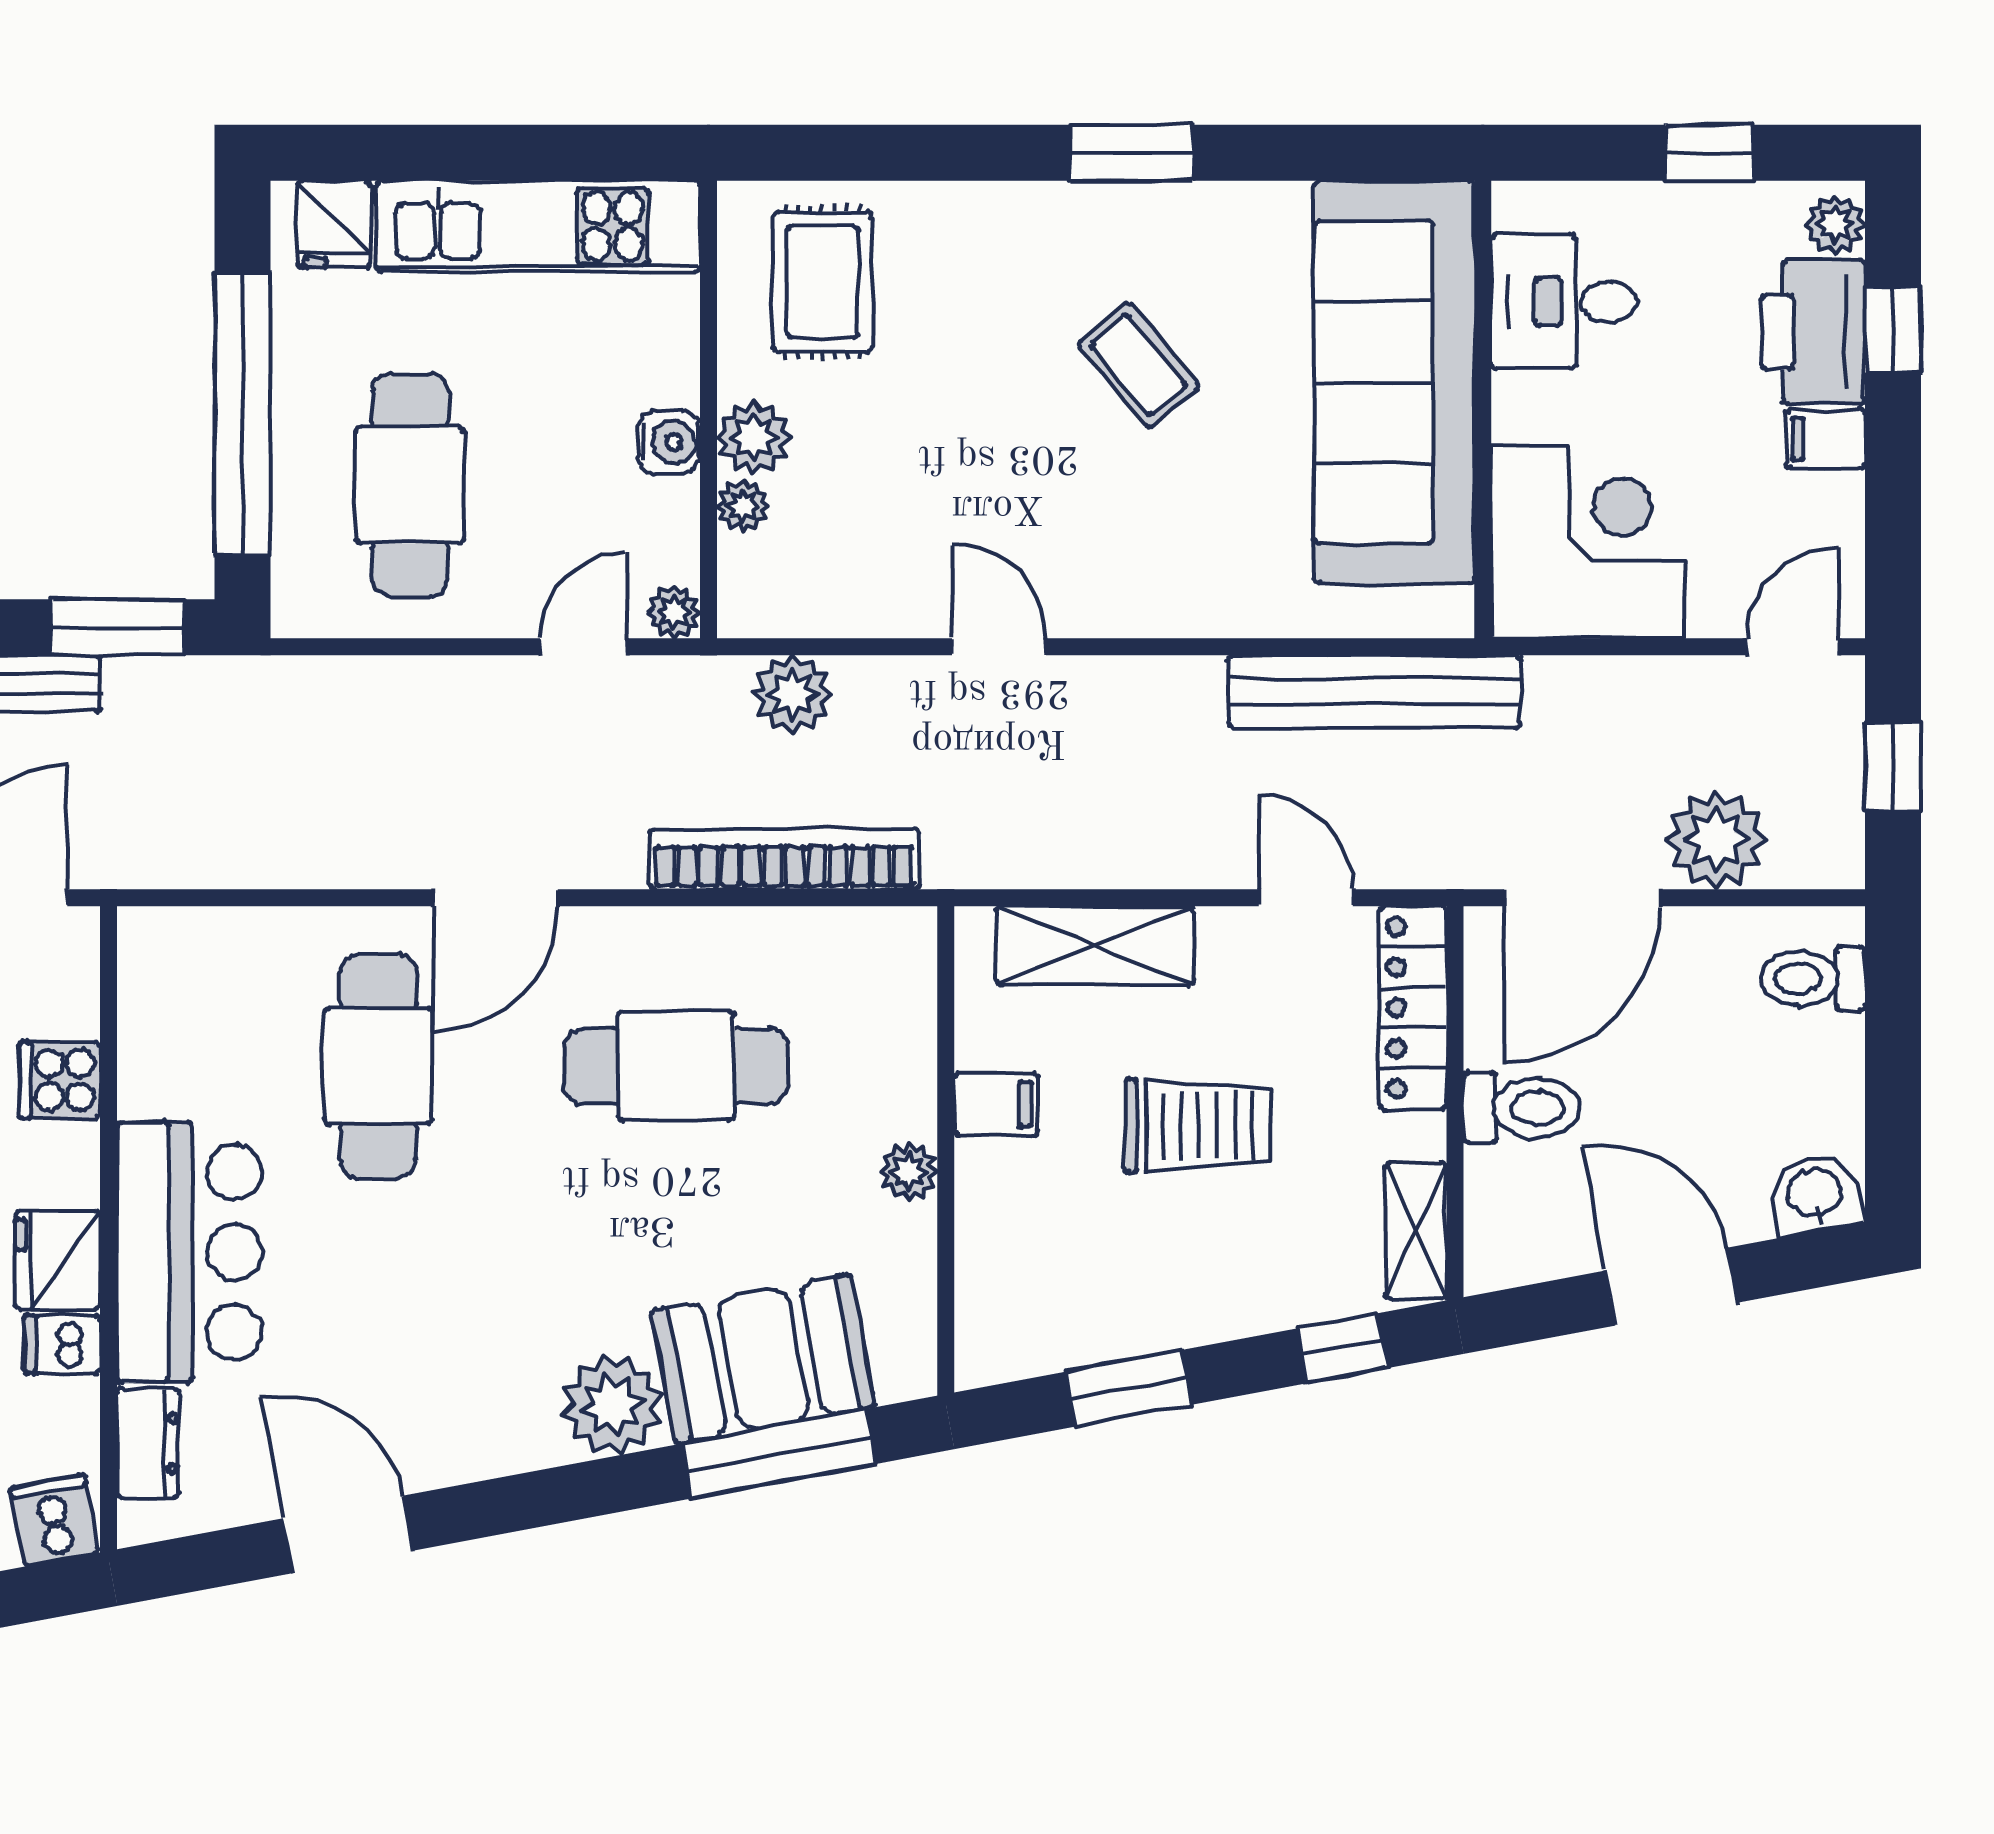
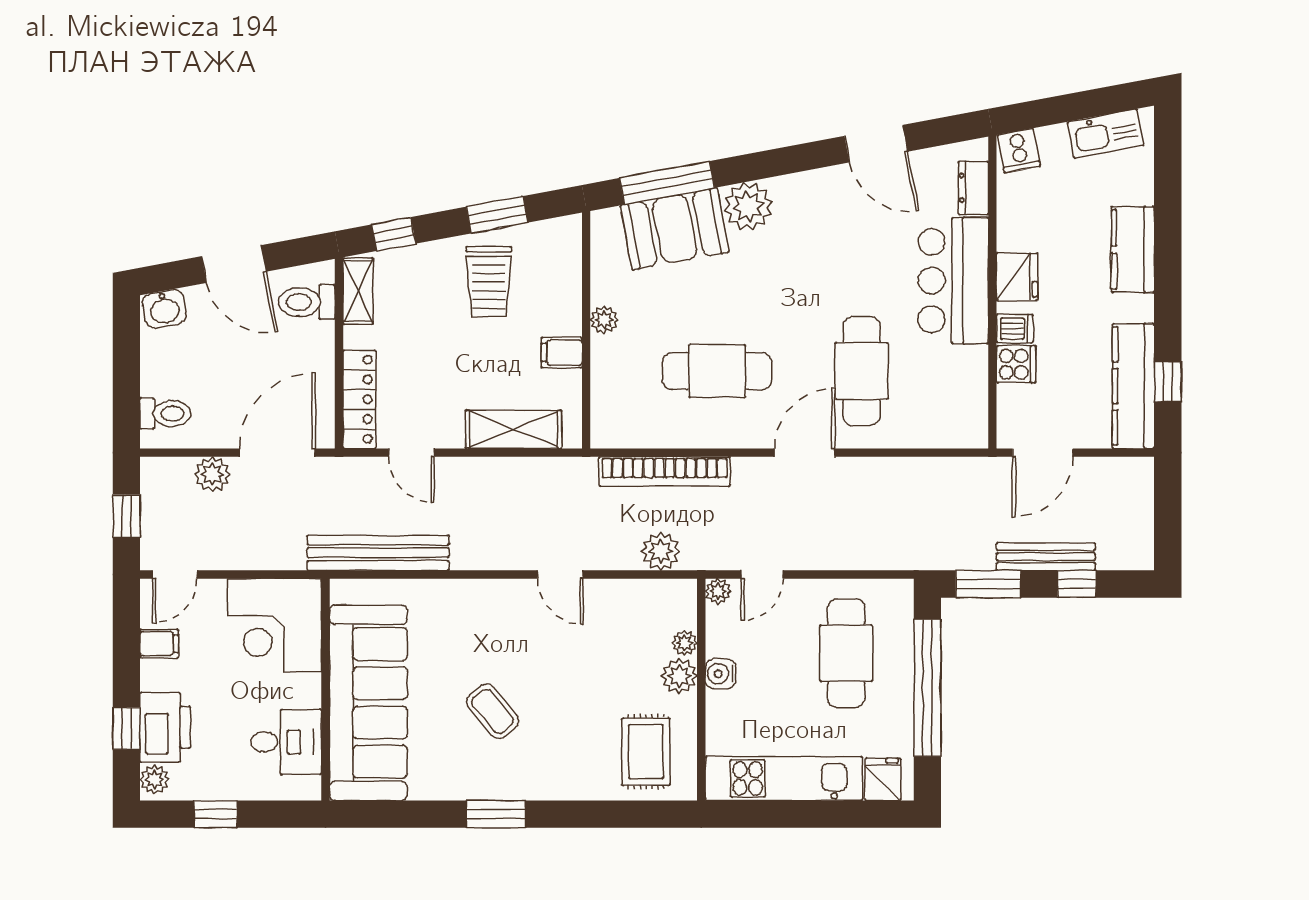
filing cabinet: (1825, 439) -> (159, 644), moved
plant: (1716, 840) -> (212, 474), width x0.73, depth x0.73
toilet: (1522, 1108) -> (307, 302), moved
trolley: (1198, 1126) -> (489, 281), moved, turned -90
dishwasher: (62, 1344) -> (1015, 329), moved

